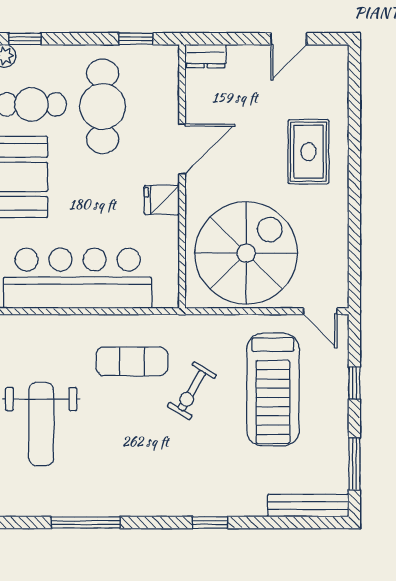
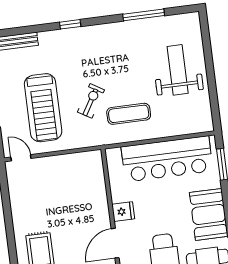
spiral stairs: (246, 253) -> (69, 186), removed
treadmill: (273, 390) -> (43, 108), turned 180

